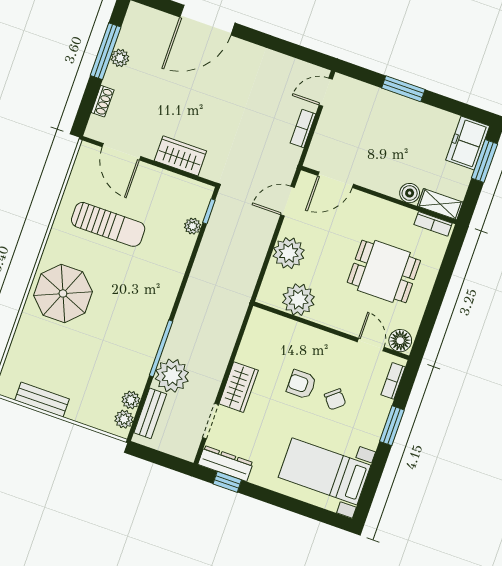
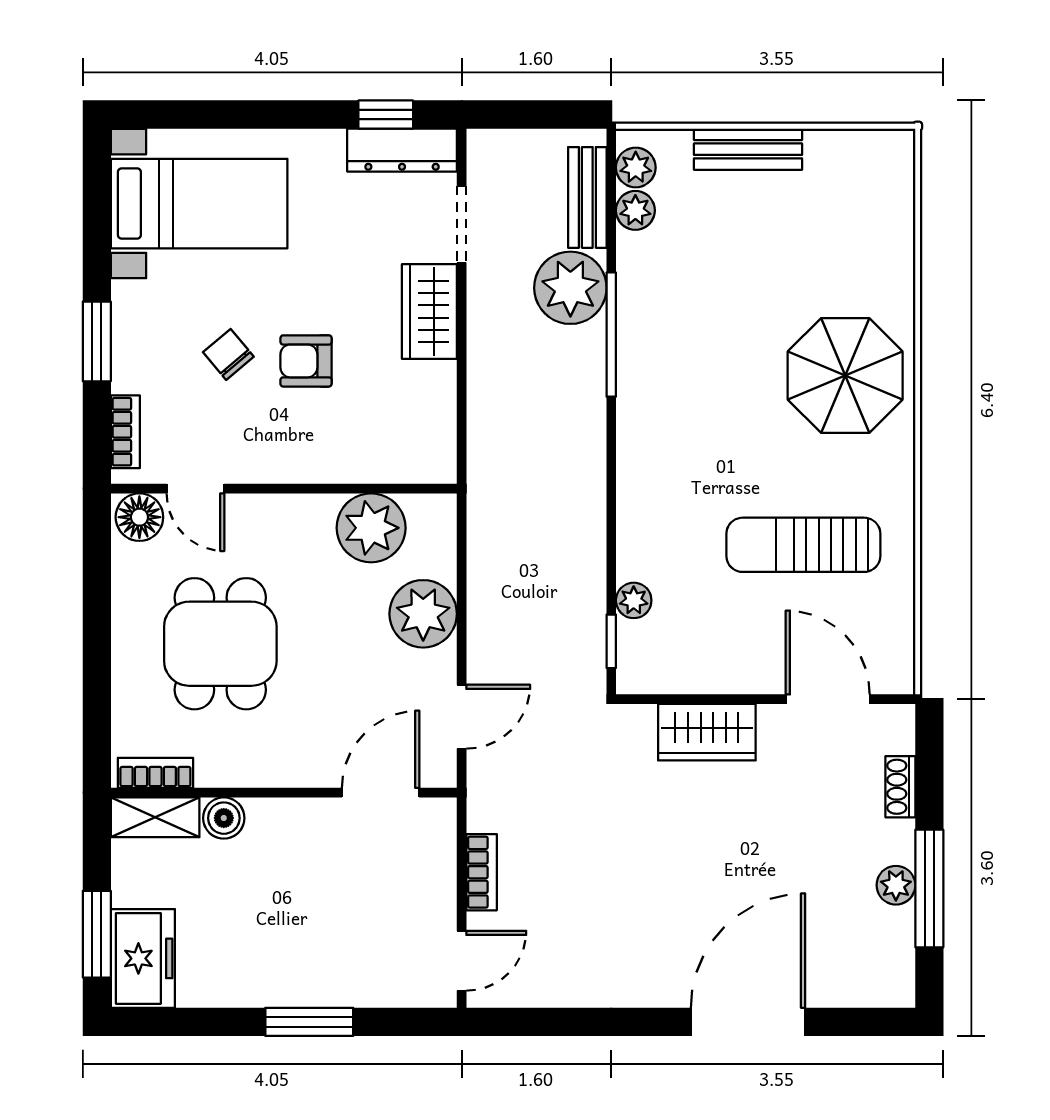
dining table: (384, 271) -> (220, 644), turned 90
armchair: (301, 384) -> (306, 361), turned 180
bench: (42, 400) -> (748, 149), moved

